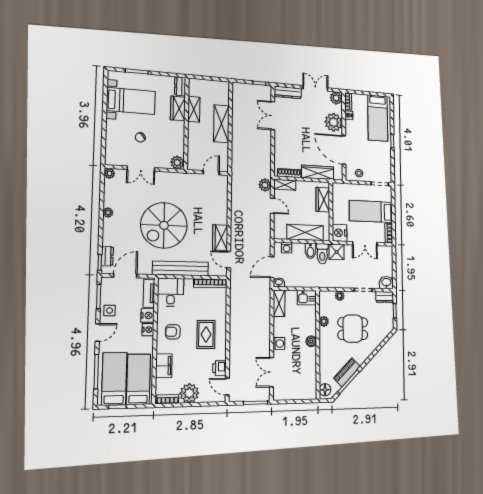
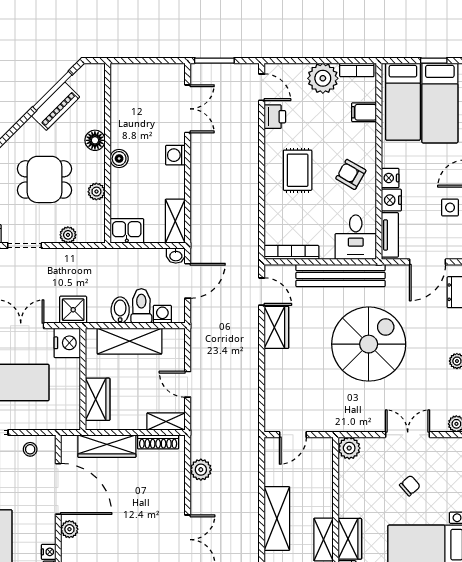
plant: (334, 122) -> (69, 529), width x0.53, depth x0.53
plant: (265, 185) -> (201, 470), moved
toilet: (322, 254) -> (141, 306), moved
armchair: (173, 332) -> (351, 174), turned -150
filing cabinet: (164, 366) -> (364, 112), width x0.50
floor lamp: (325, 390) -> (95, 140), moved

